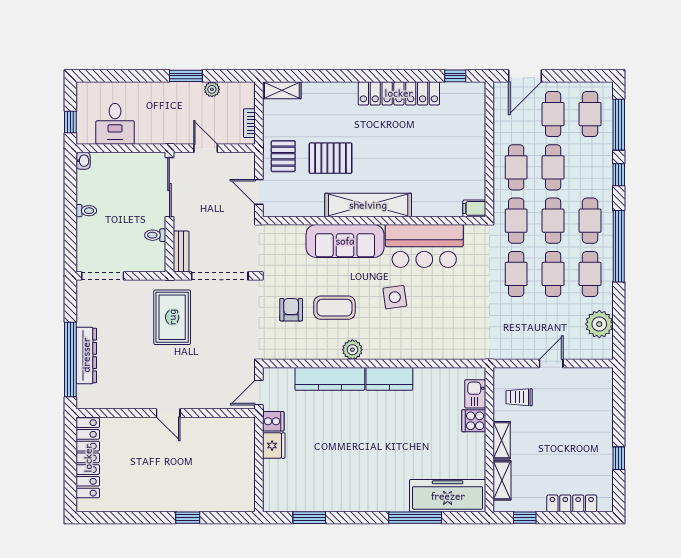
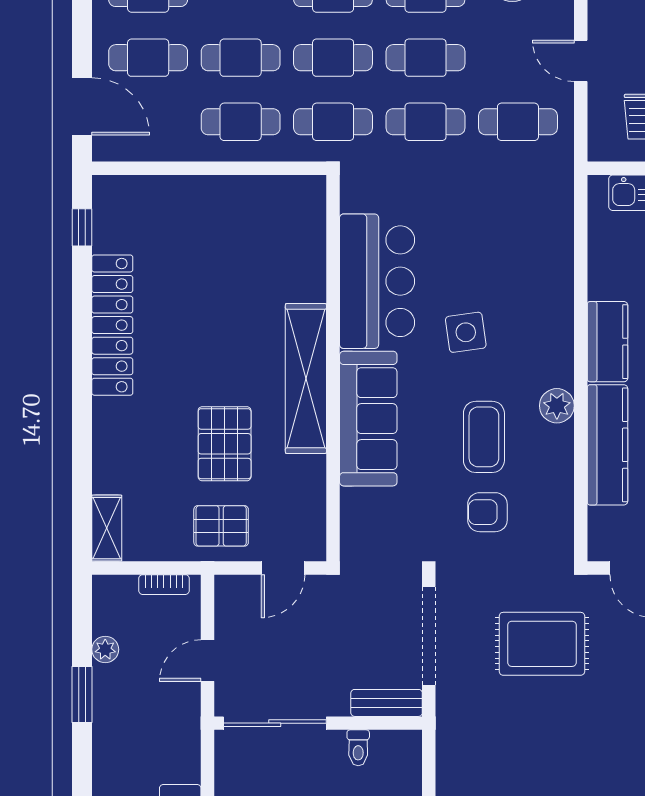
filing cabinet: (474, 208) -> (312, 194), removed
rug: (172, 317) -> (542, 644), moved
cafe table: (516, 327) -> (518, 122), added

